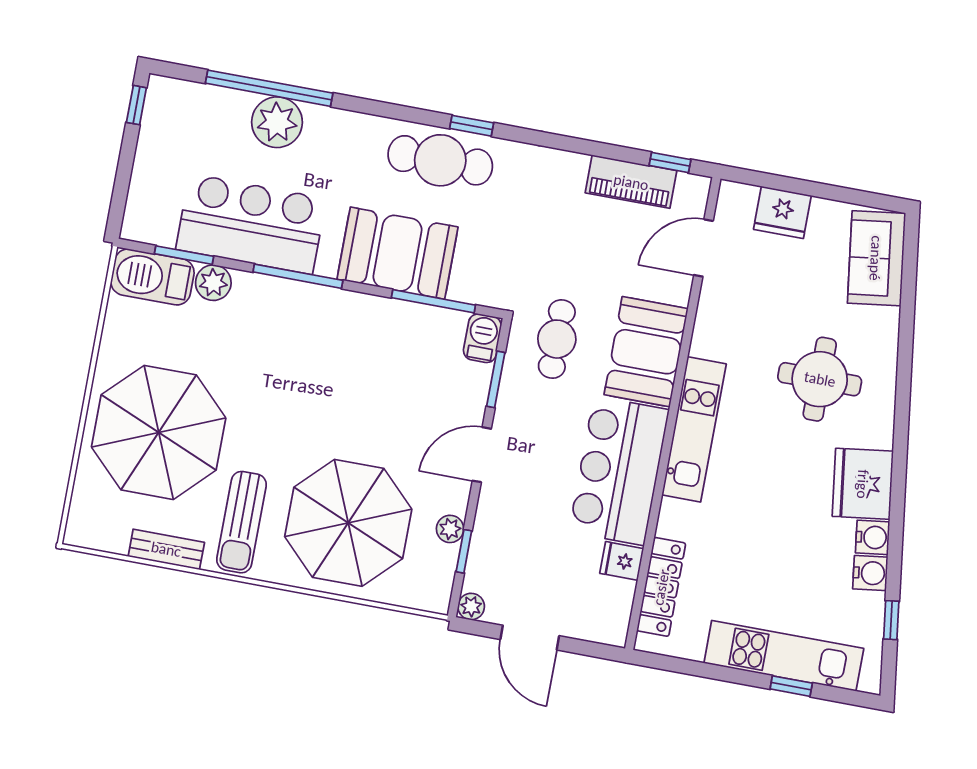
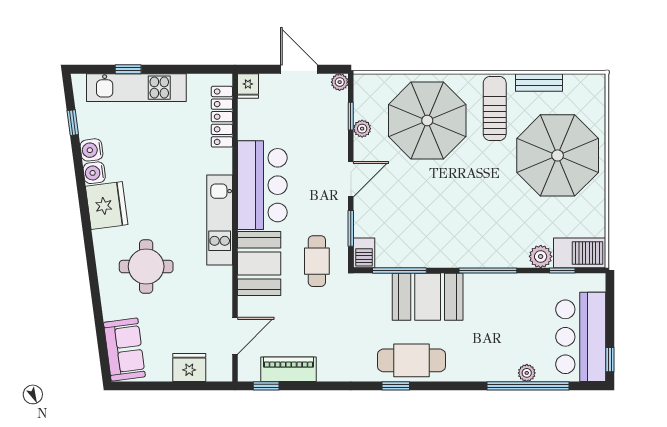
plant: (277, 122) -> (527, 373), width x0.53, depth x0.53
bar counter: (251, 224) -> (581, 337), moved, turned 90
window: (184, 255) -> (562, 270), width x0.67
fridge: (622, 561) -> (248, 86), moved, turned 90

